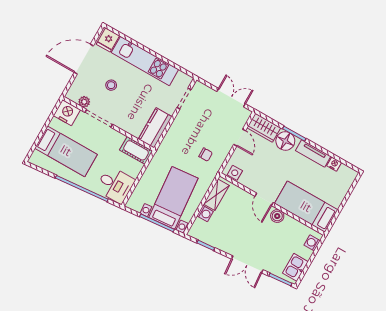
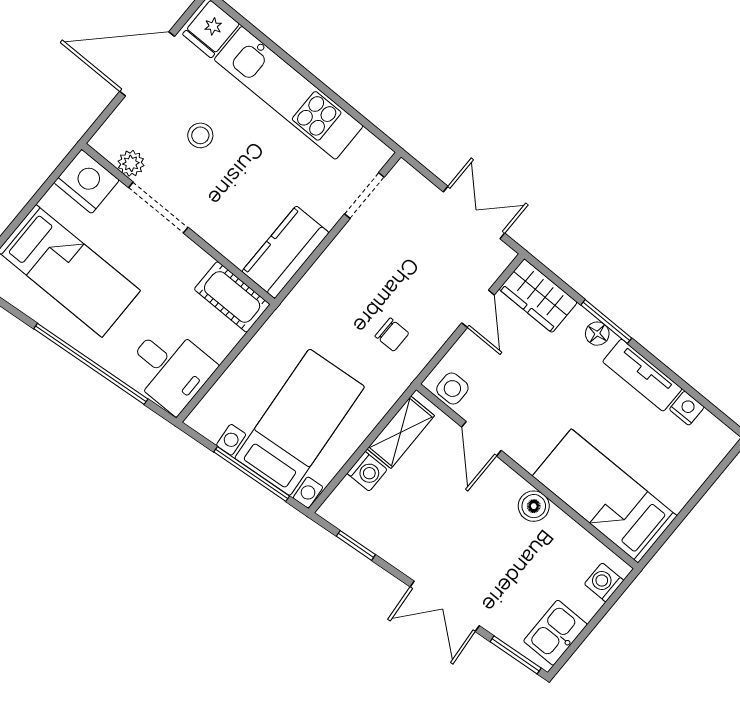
floor lamp: (285, 141) -> (597, 334), width x0.53, depth x0.53
door: (264, 199) -> (481, 439), moved

